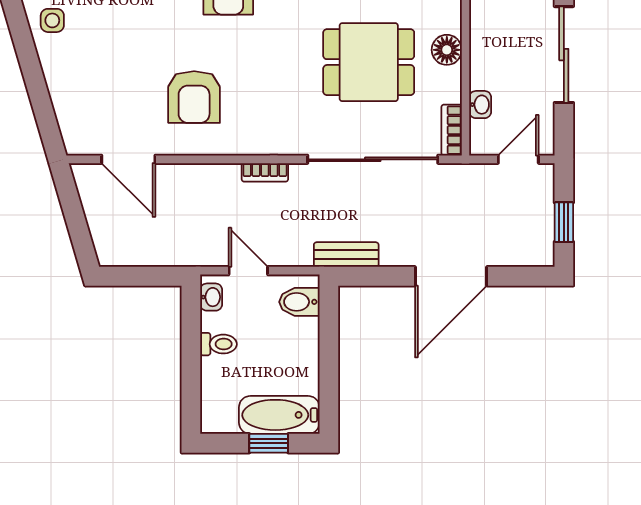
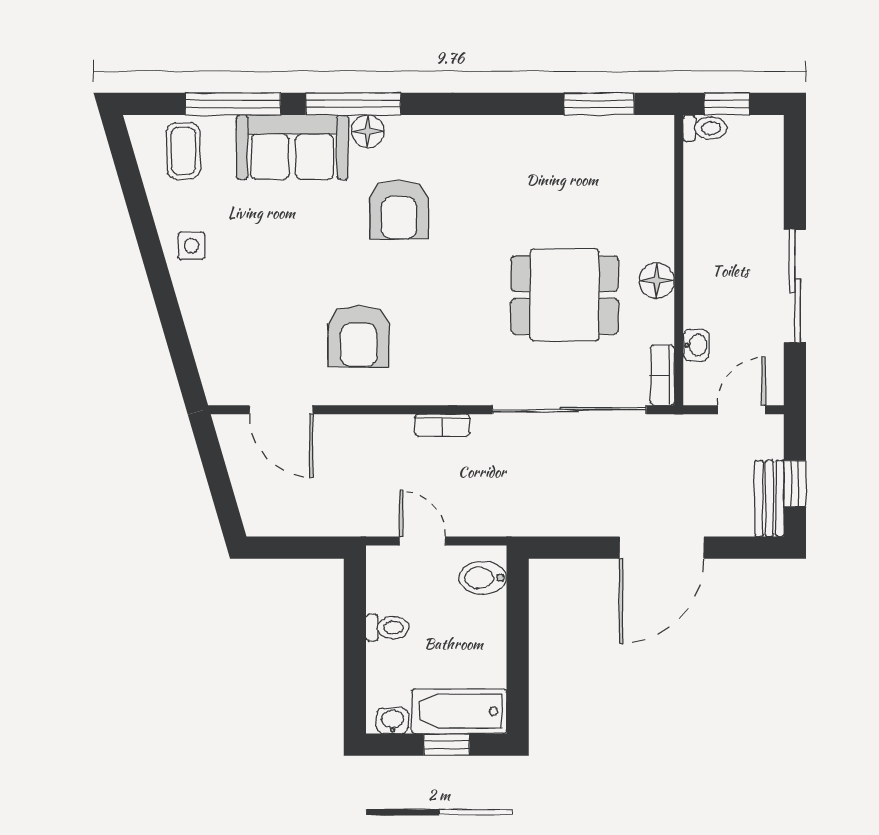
bench: (346, 255) -> (769, 498), moved, turned 90
washbasin: (211, 297) -> (393, 721), moved, turned -90

